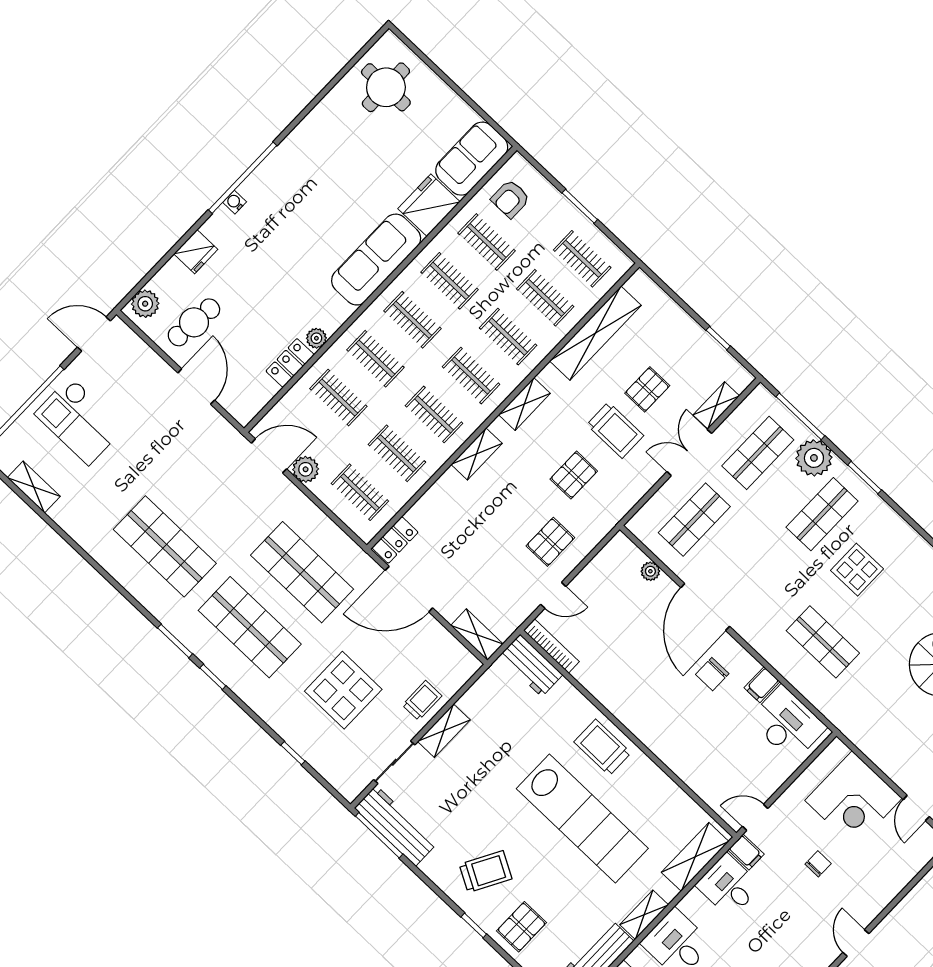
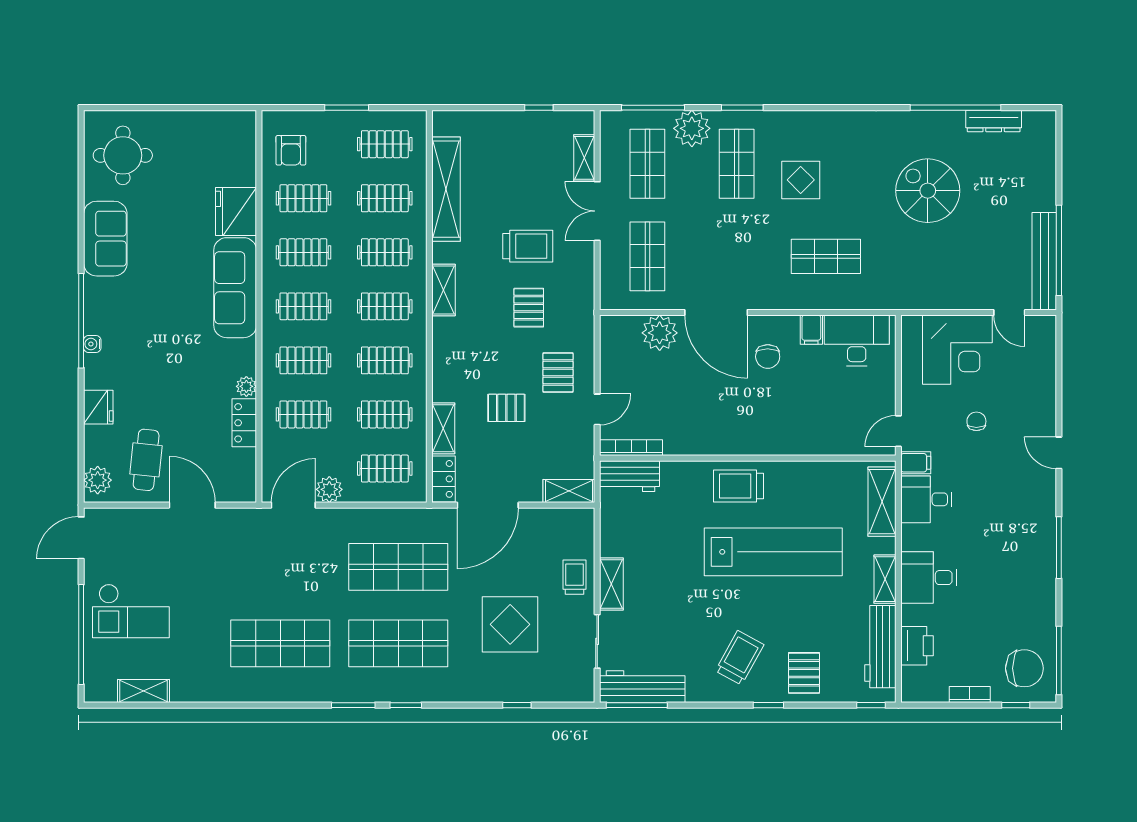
sofa: (472, 159) -> (105, 239), moved, turned 180
pallet: (647, 389) -> (506, 408), moved, turned 90
shelving: (477, 454) -> (443, 428), moved
plant: (650, 571) -> (660, 333), width x1.88, depth x1.88

